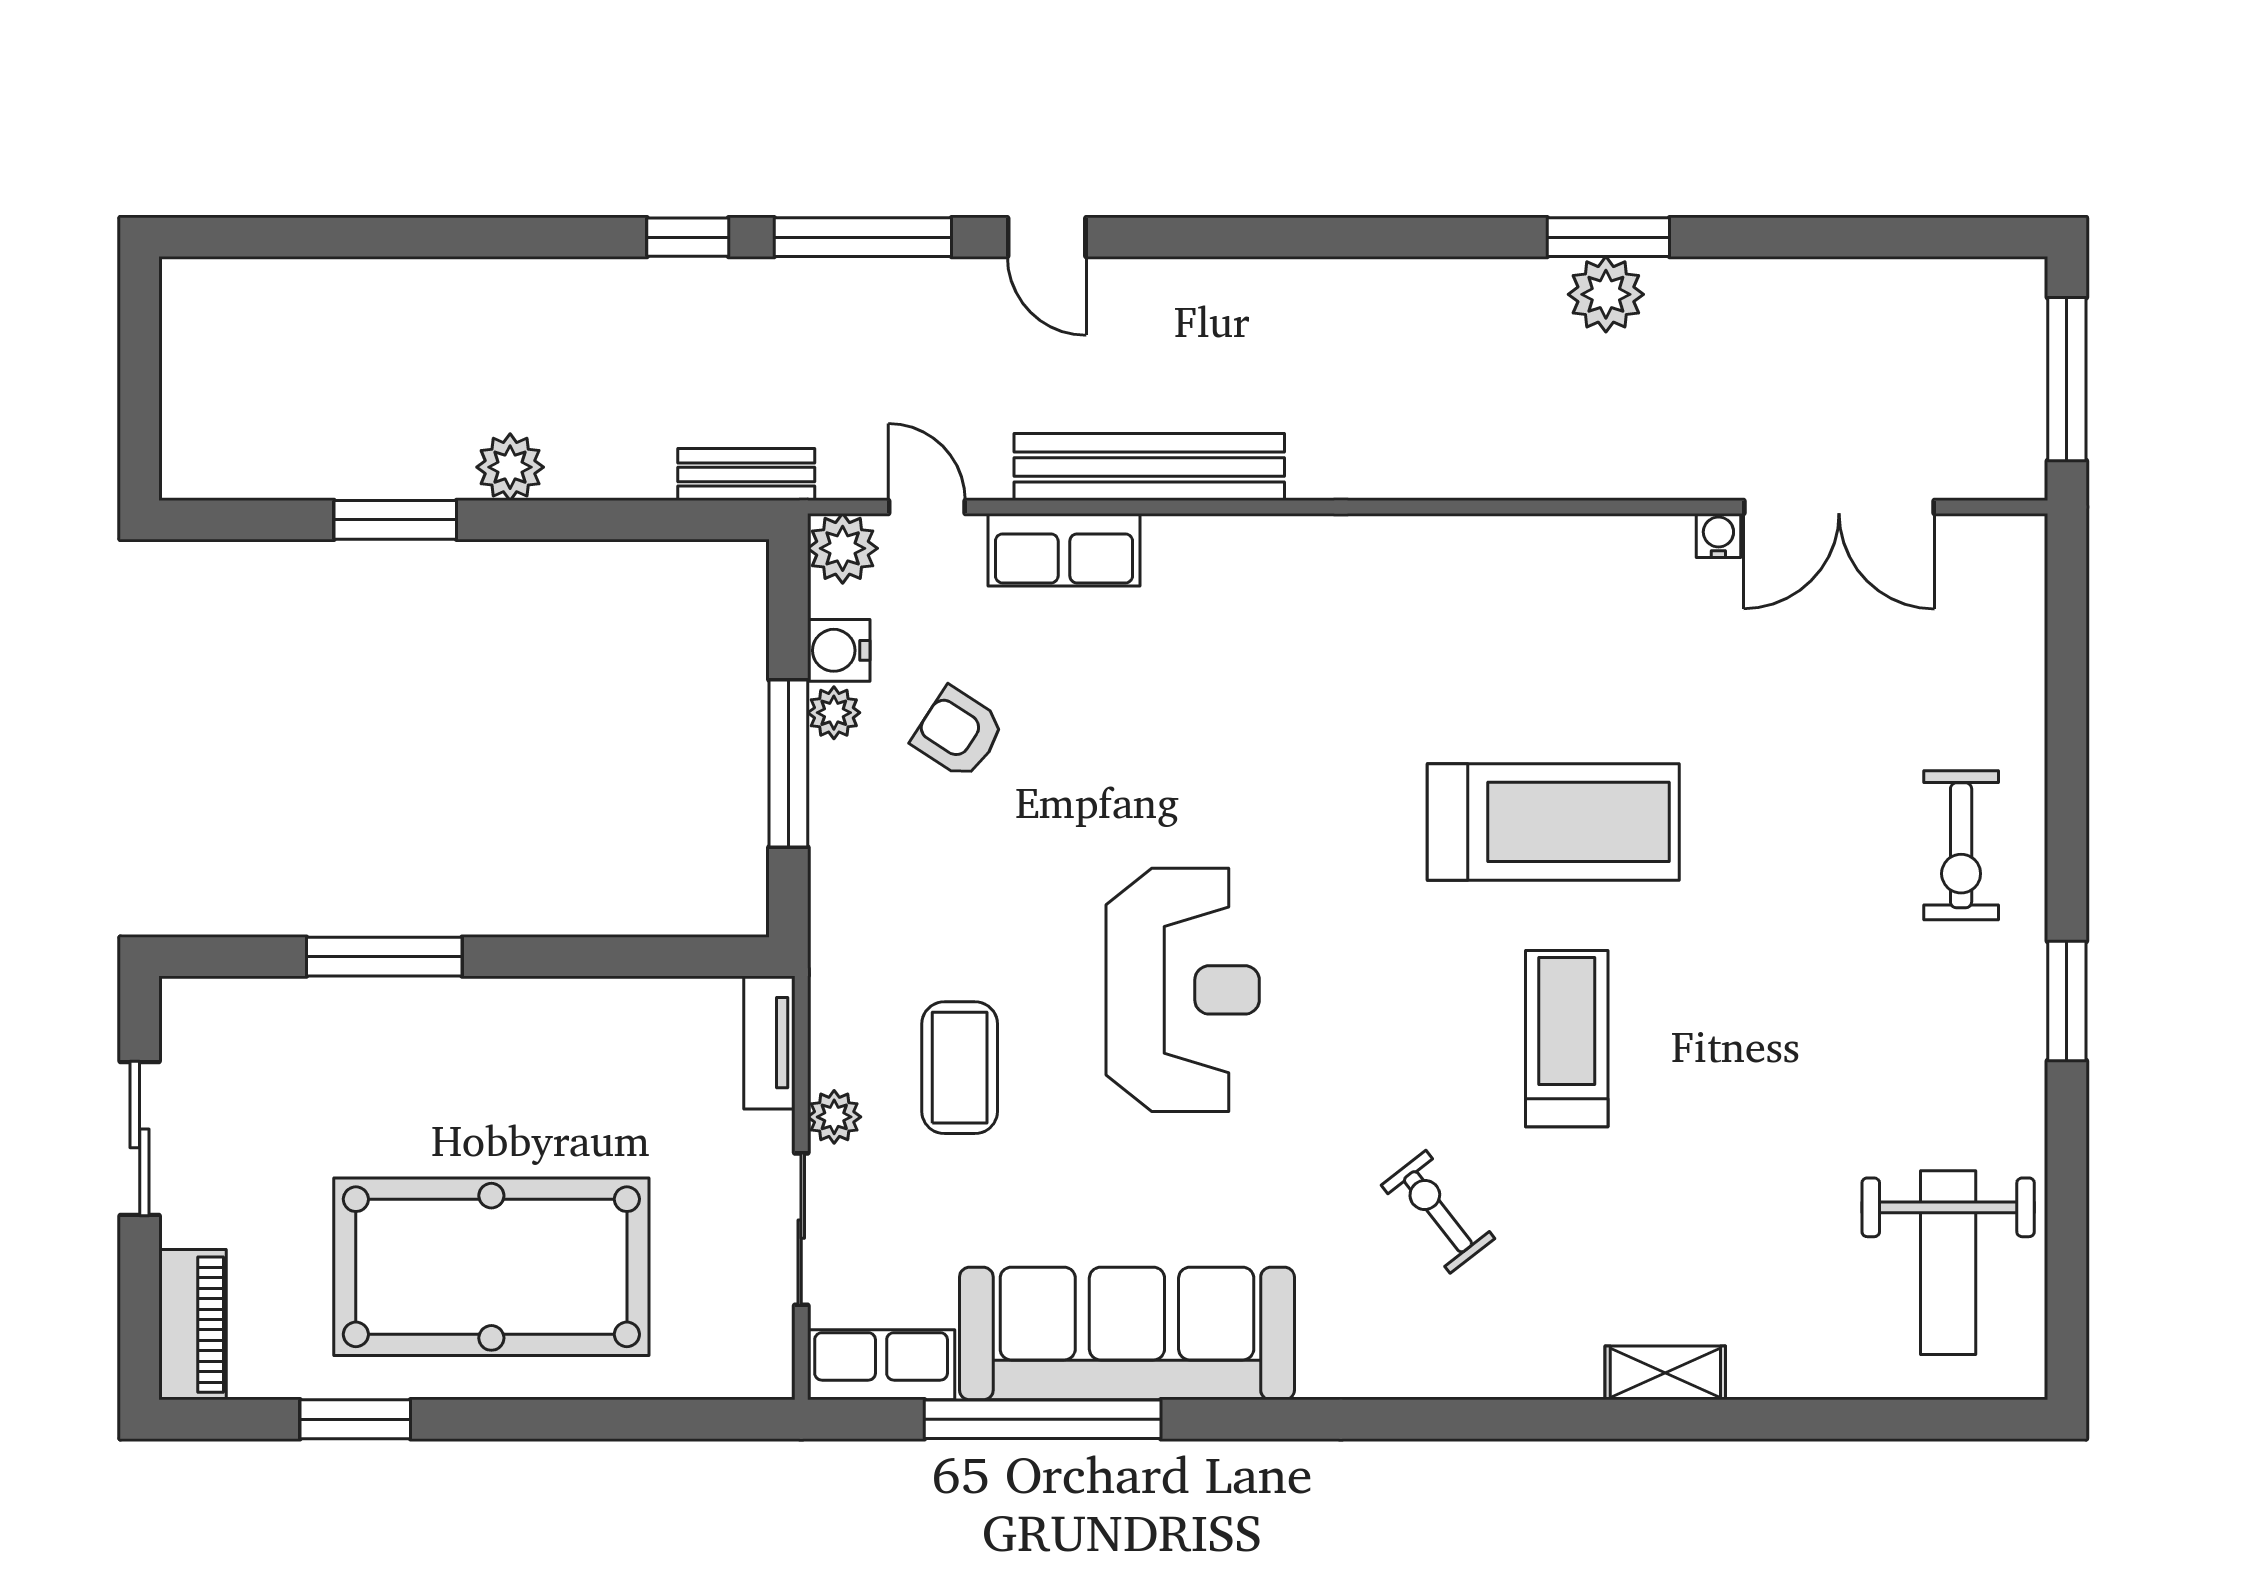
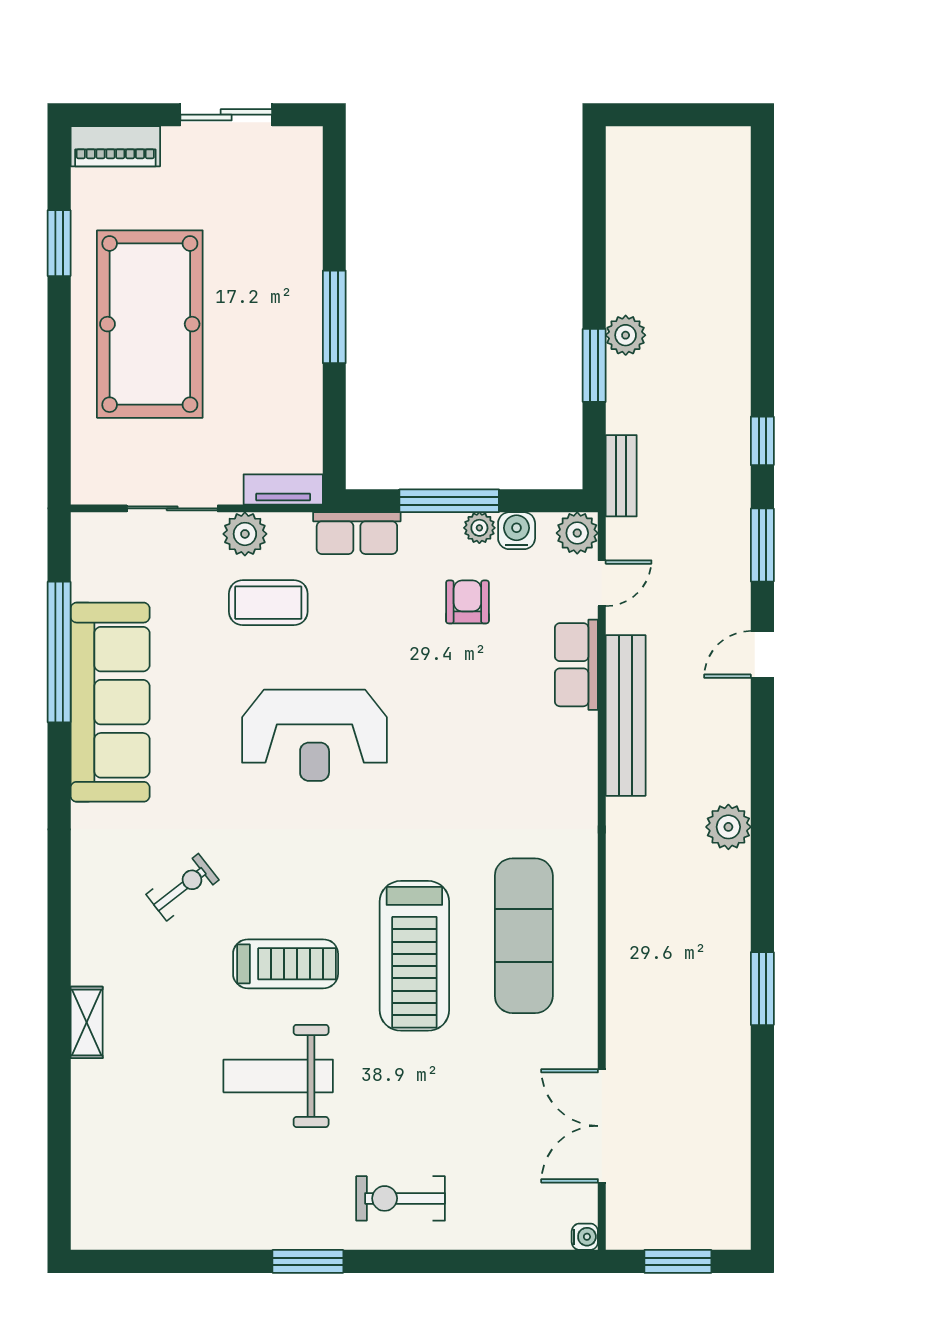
window: (863, 237) -> (762, 545), width x0.69
plant: (1606, 294) -> (728, 827), moved
window: (2067, 379) -> (678, 1261), width x0.69
window: (395, 520) -> (594, 365), moved
water cooler: (1718, 536) -> (585, 1237), moved
exercise mat: (1520, 638) -> (524, 936), added
armchair: (958, 733) -> (467, 602), turned -33
window: (384, 957) -> (334, 317), moved
plant: (834, 1117) -> (245, 534), width x1.38, depth x1.38
weight bench: (1948, 1263) -> (278, 1076), moved
row of seats: (881, 1365) -> (357, 533), moved, turned 90

